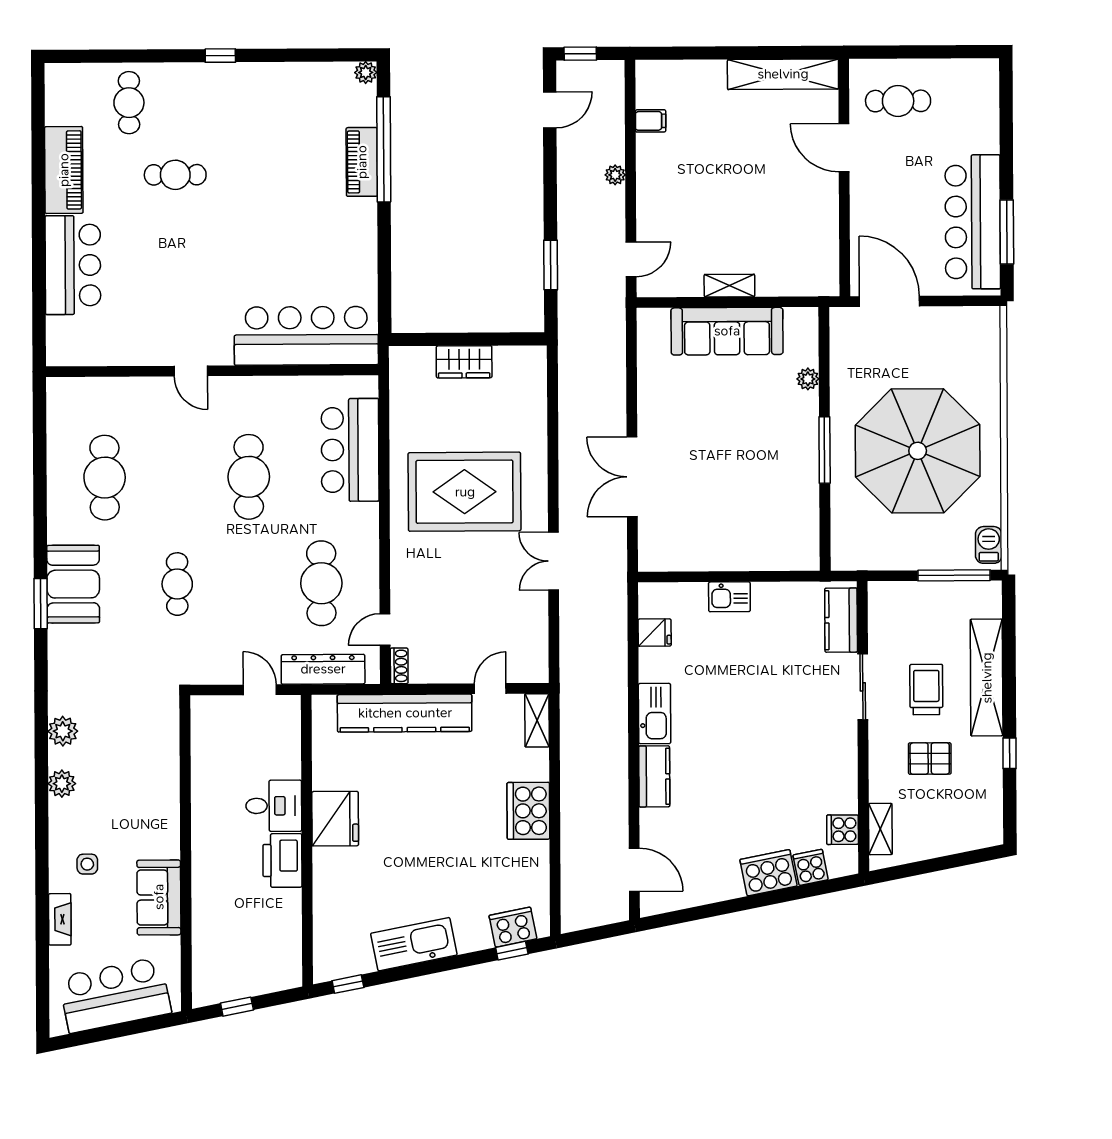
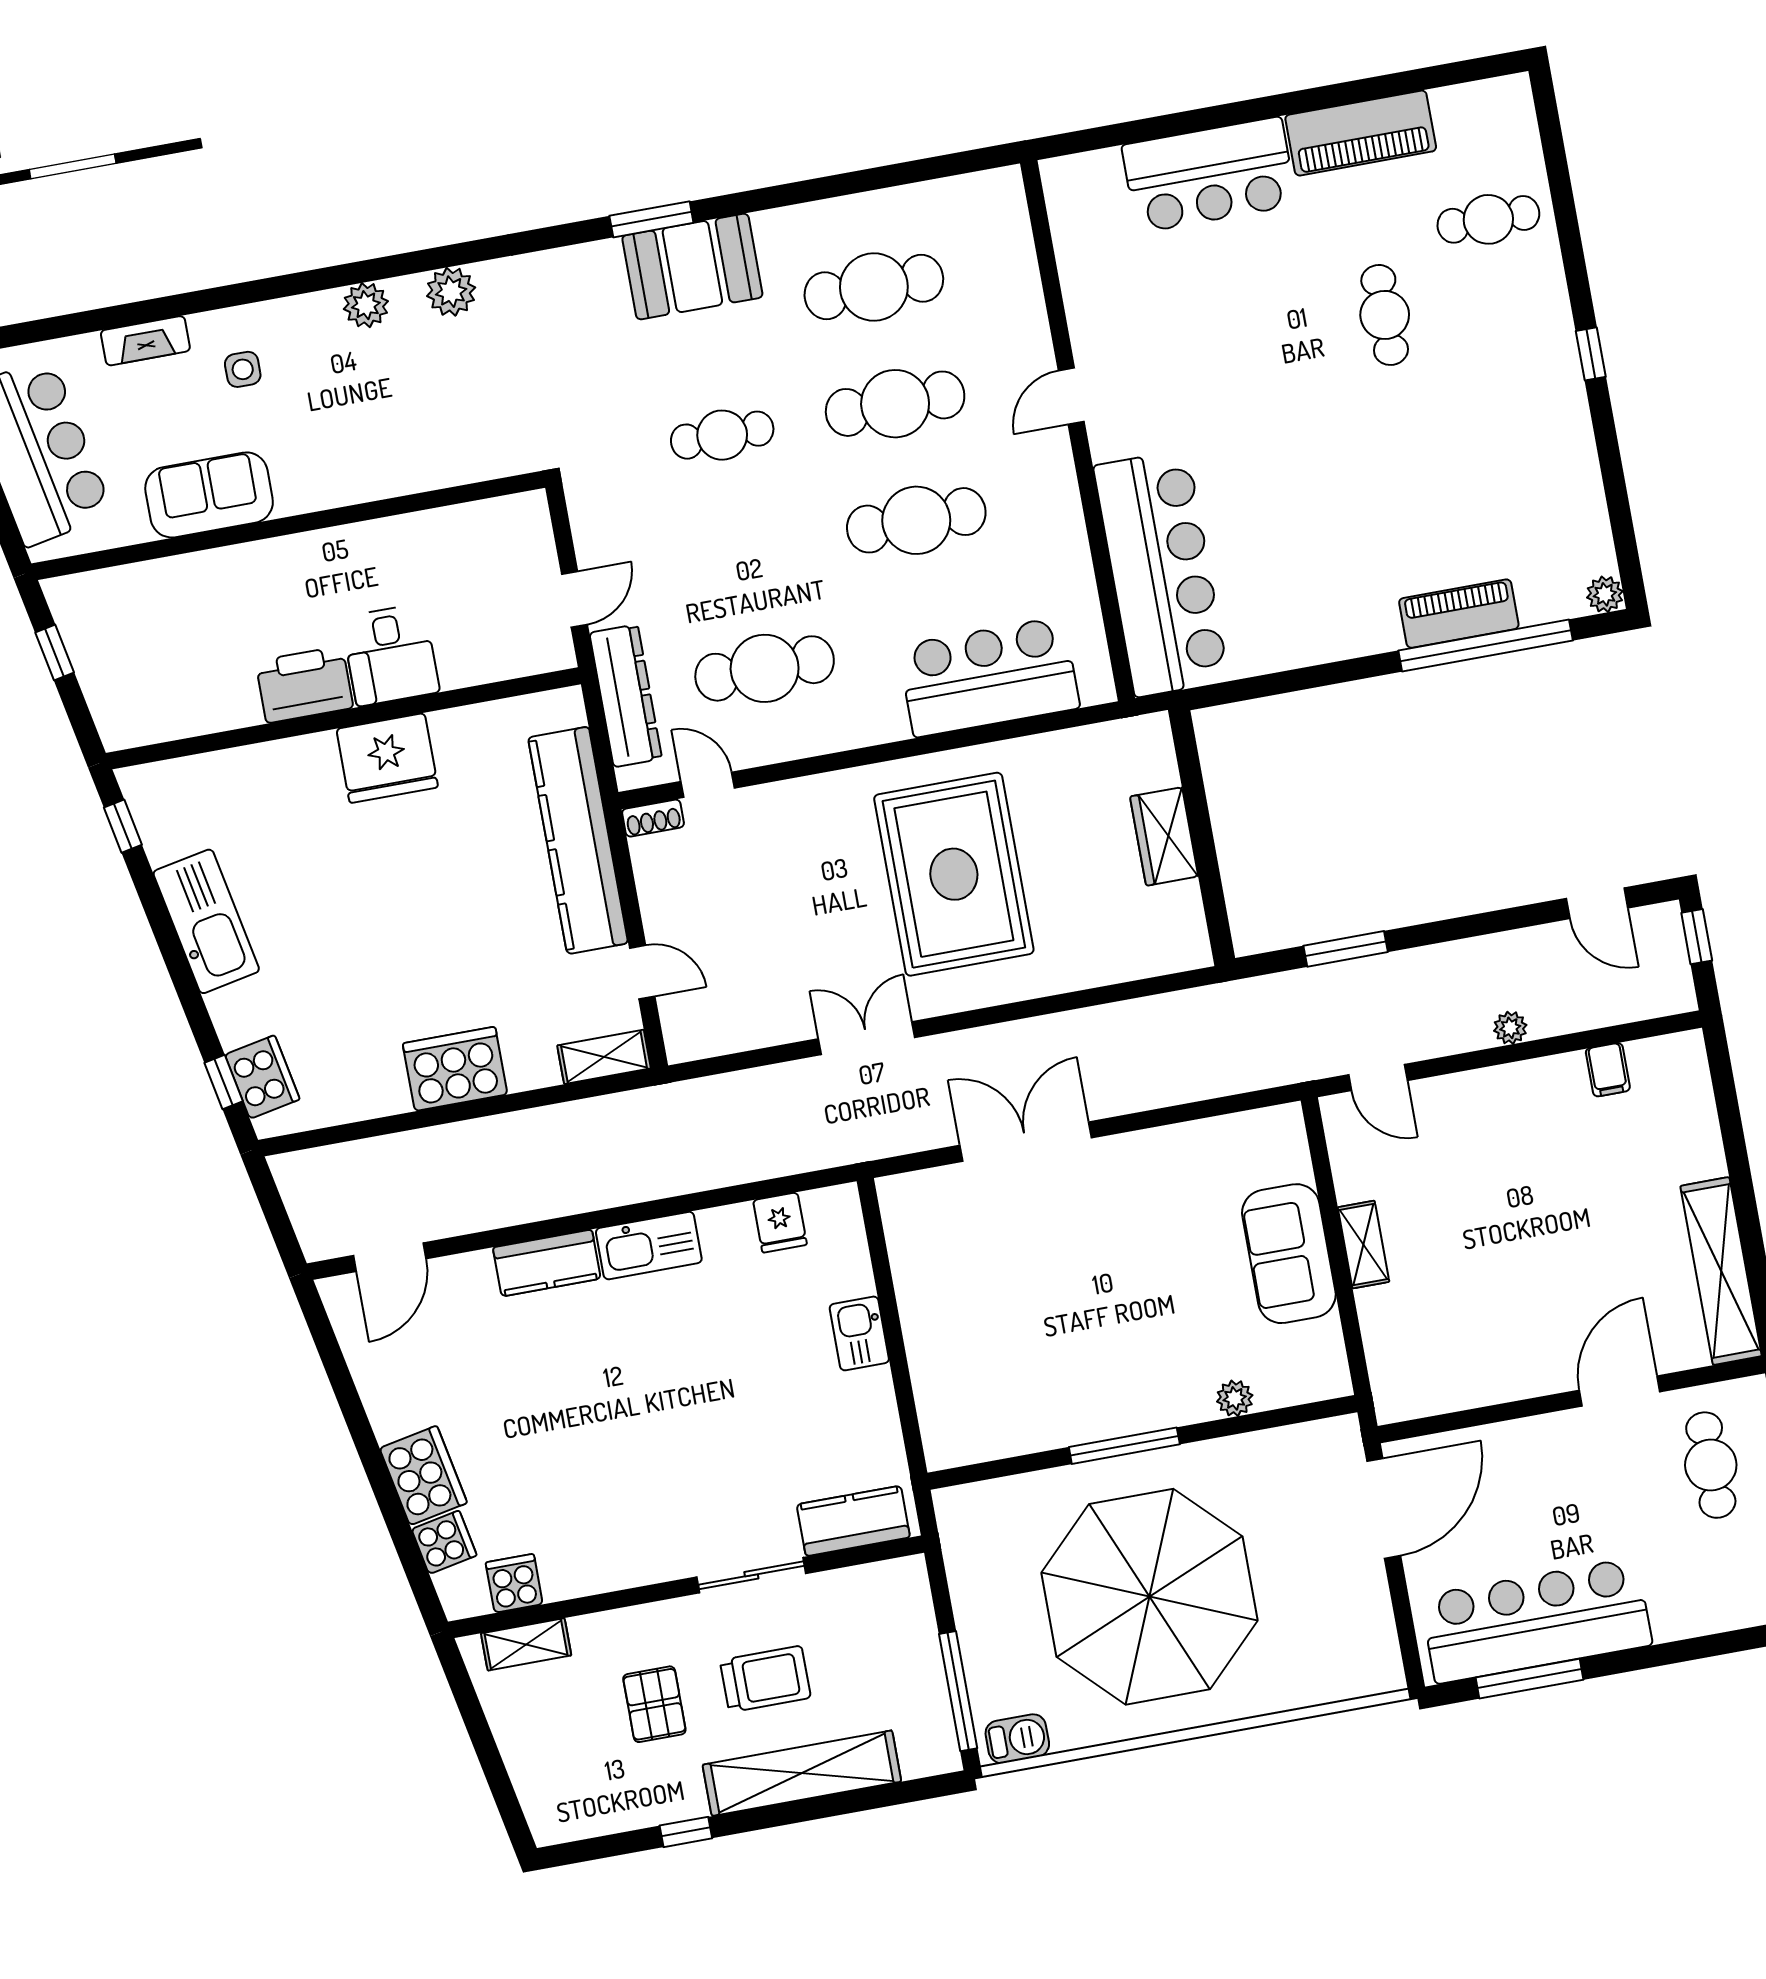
sofa: (727, 331) -> (1289, 1254), width x0.73
cafe table: (177, 477) -> (895, 404), added

